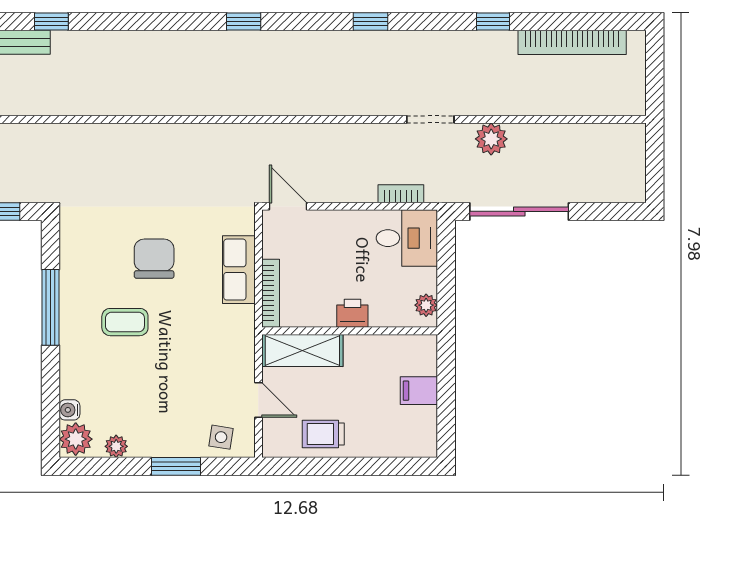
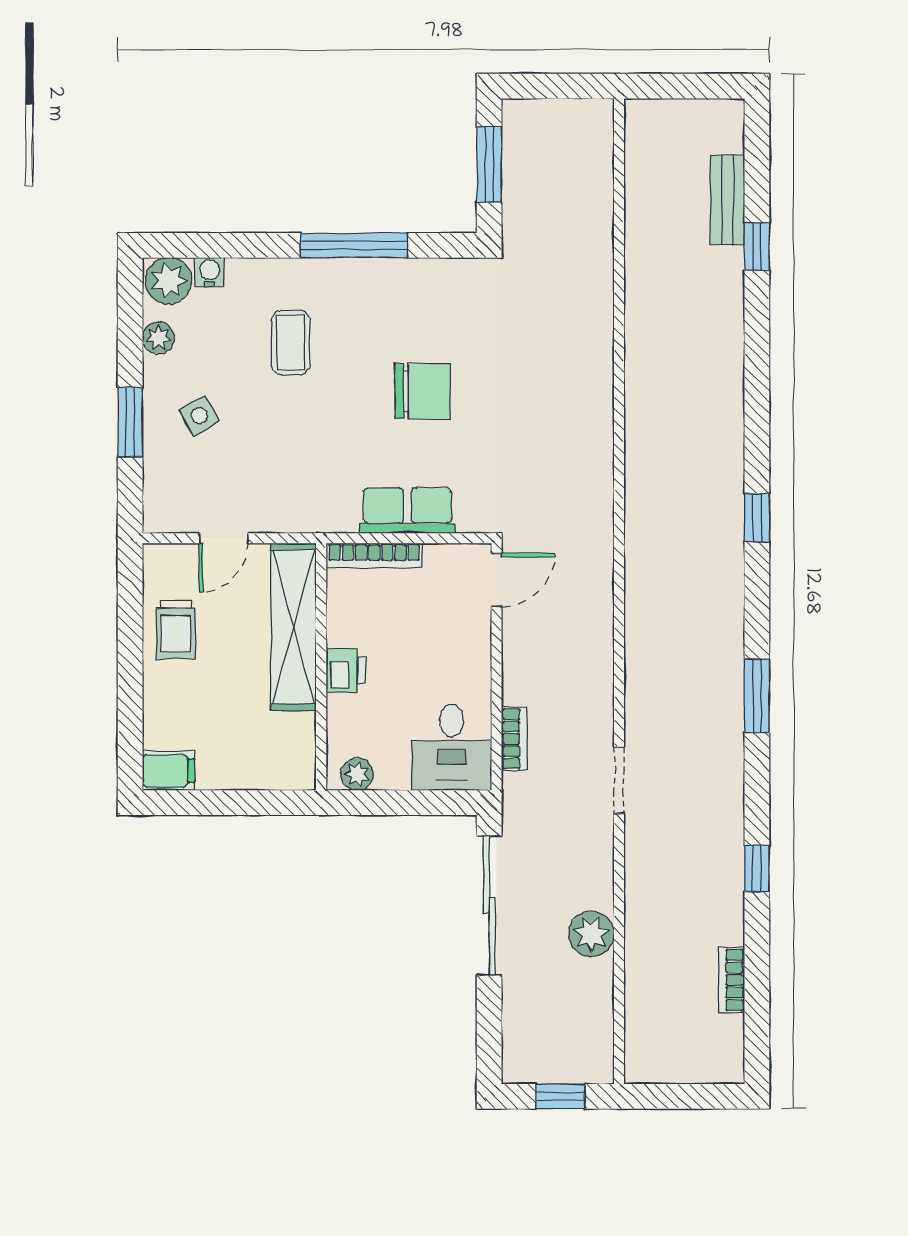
window: (371, 21) -> (757, 696), width x1.50
bookcase: (572, 42) -> (731, 980), width x0.43, depth x0.76
plant: (491, 139) -> (591, 934), moved
window: (655, 161) -> (560, 1096), added
coffee table: (125, 322) -> (291, 343), moved
shelving: (302, 350) -> (293, 627), width x1.47
filing cabinet: (419, 391) -> (169, 771), moved, turned 90
trolley: (323, 434) -> (176, 629), turned 180
side table: (221, 437) -> (199, 416), moved, turned -38

